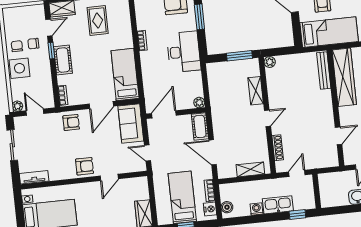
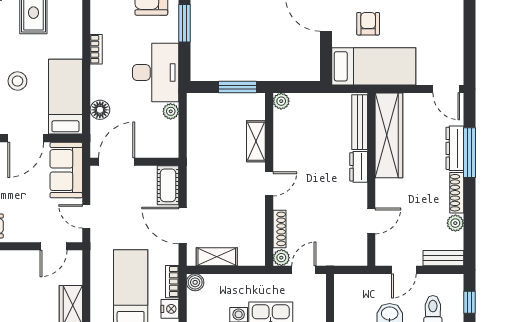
stool: (92, 67) -> (17, 81), added
floor lamp: (149, 81) -> (100, 110), added
dresser: (326, 100) -> (359, 167), added
plant: (199, 103) -> (171, 111), moved
plant: (281, 167) -> (281, 258), added
shelving: (250, 169) -> (217, 257), moved
door: (109, 177) -> (54, 246), moved
boiler: (227, 207) -> (195, 282), moved

